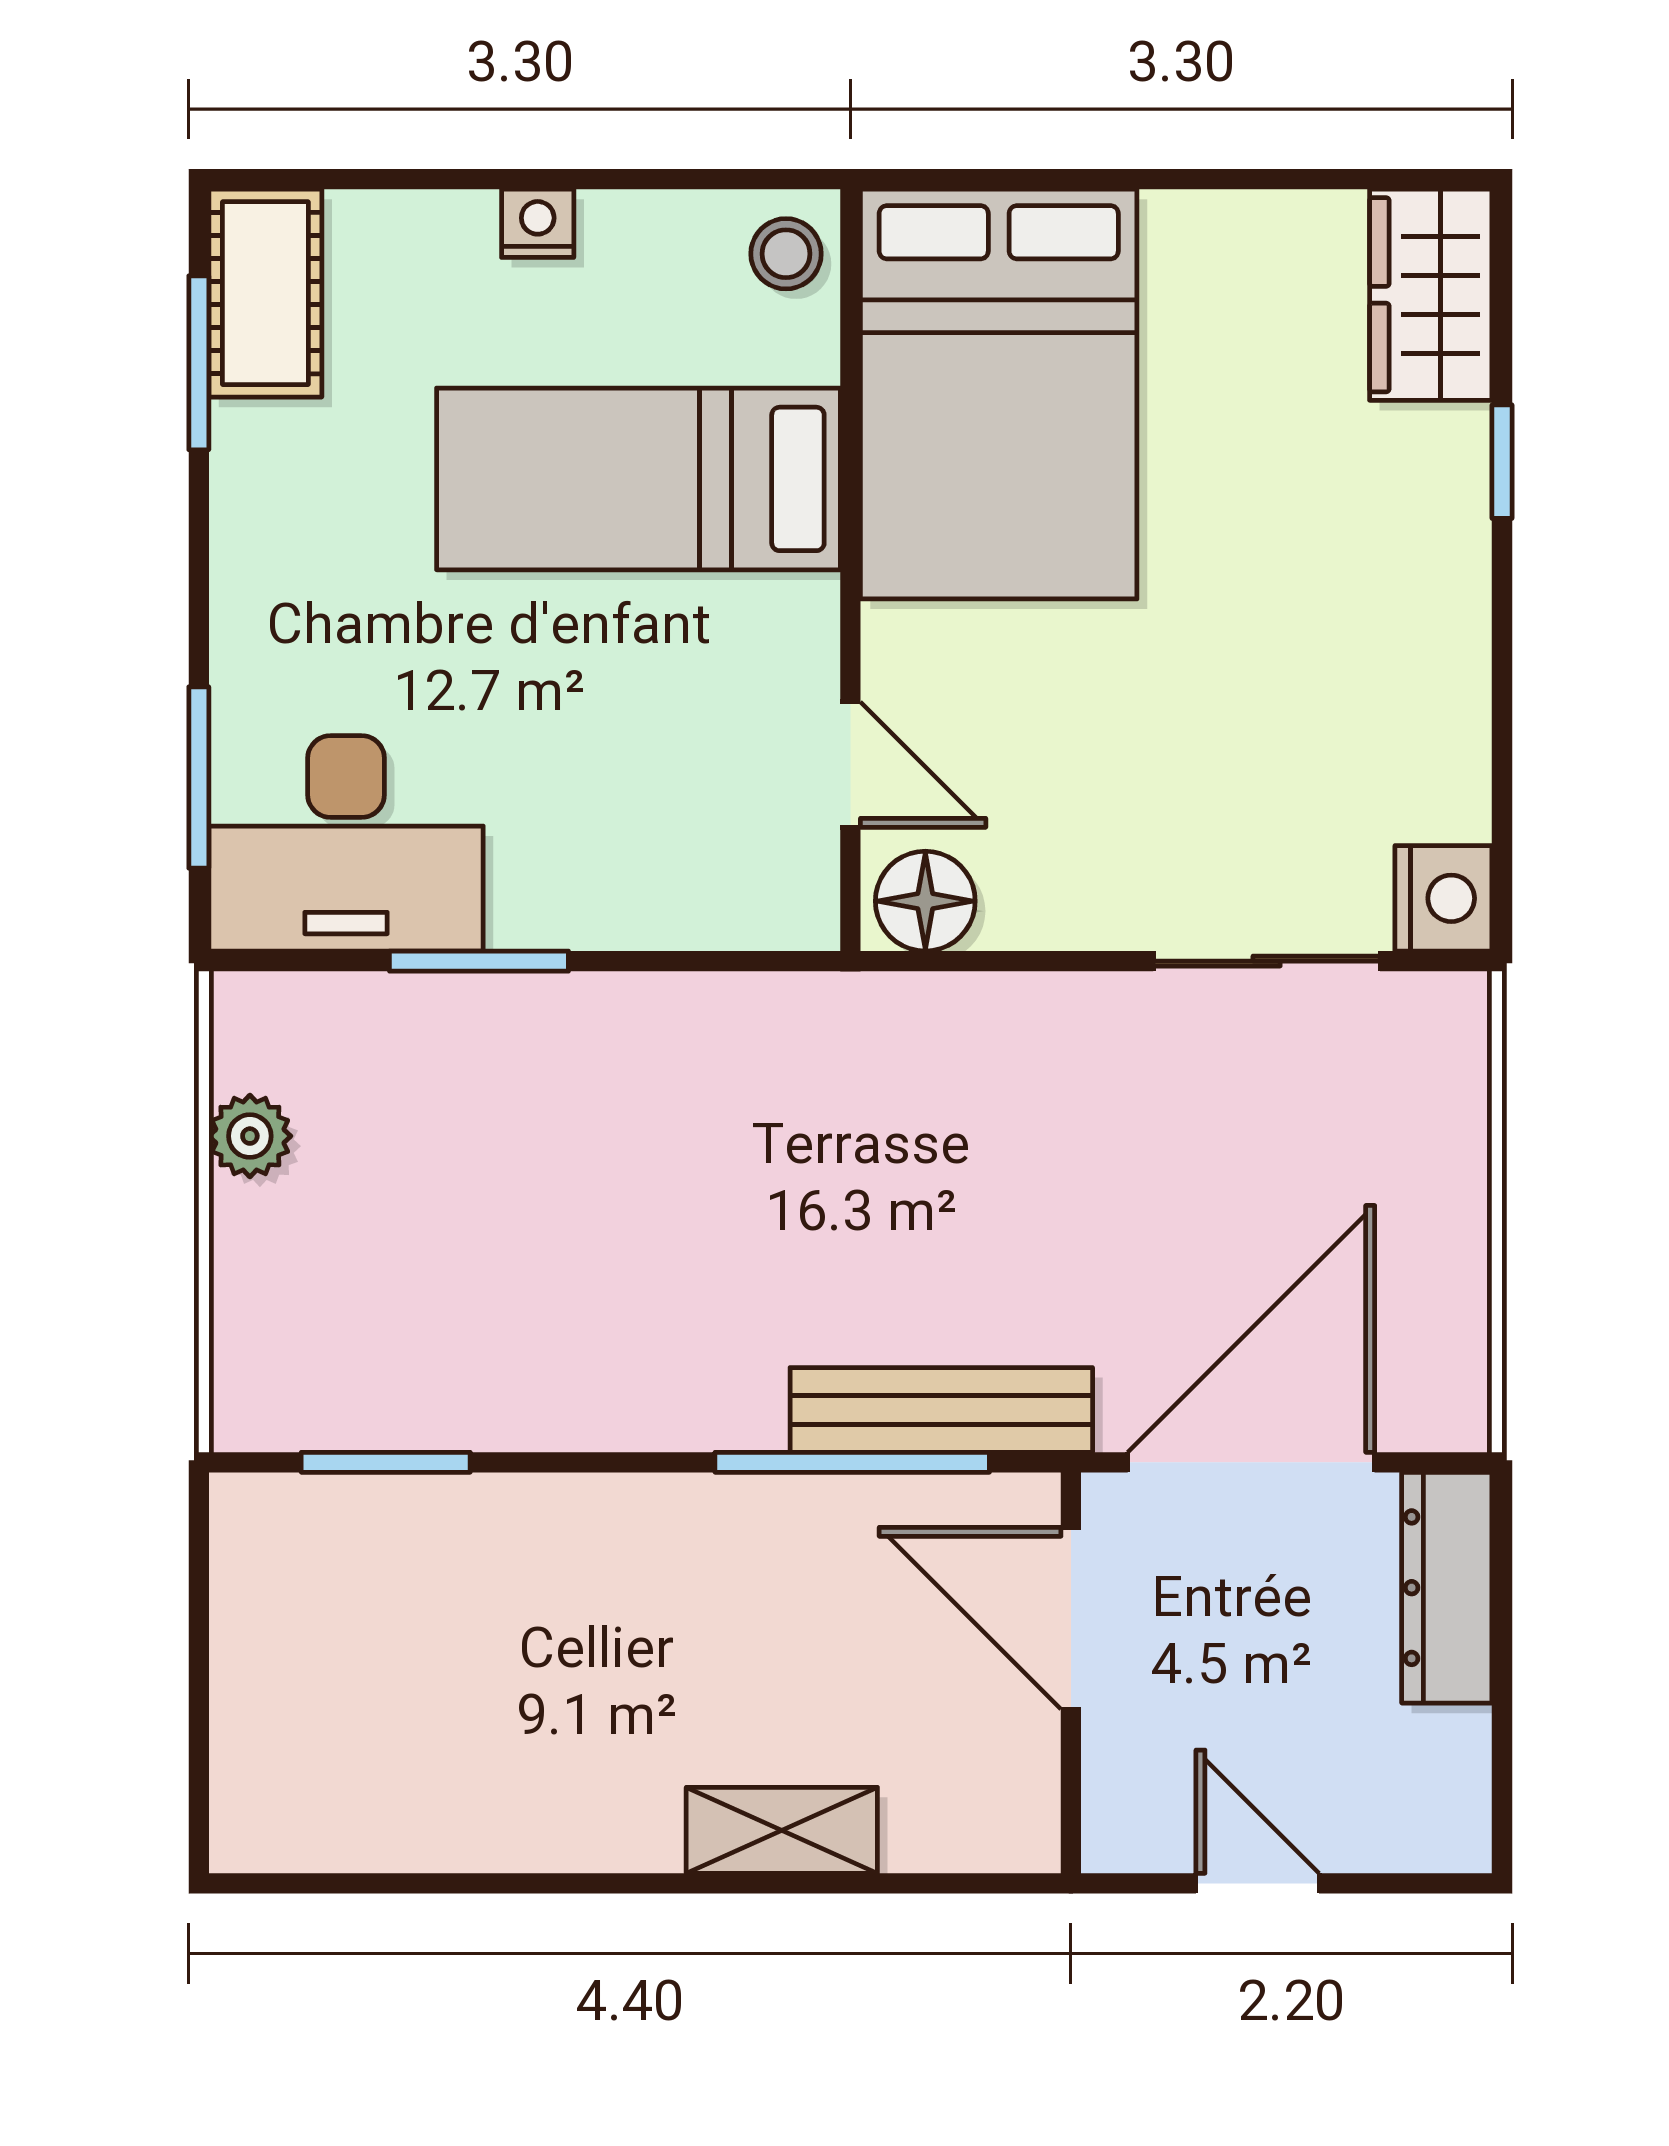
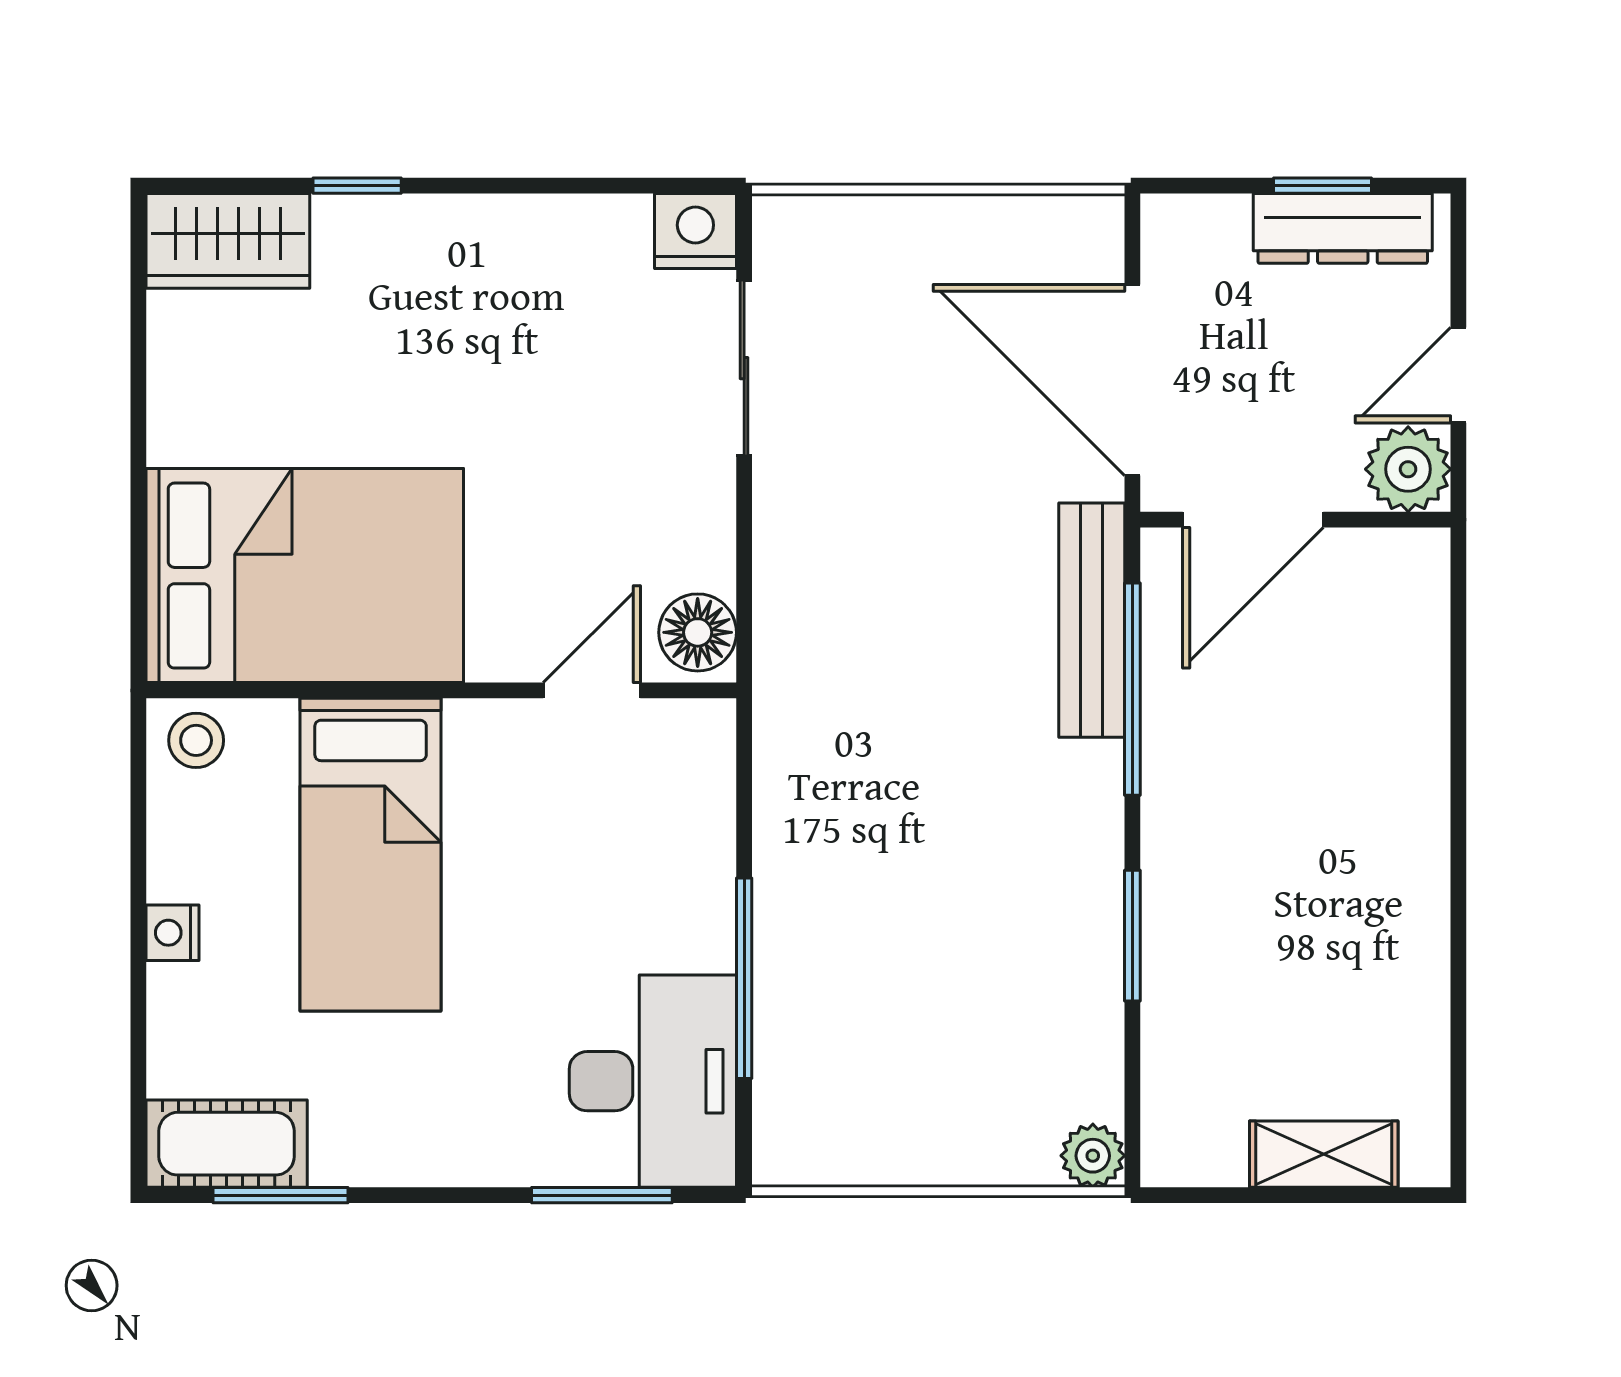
window: (479, 961) -> (744, 978), width x1.44
plant: (250, 1136) -> (1093, 1156), moved
window: (386, 1462) -> (1132, 936), moved
dresser: (1447, 1588) -> (1343, 228), moved
window: (1502, 1708) -> (1322, 186), added
plant: (1136, 1818) -> (1408, 469), added
shelving: (782, 1830) -> (1324, 1154), moved, turned 90

